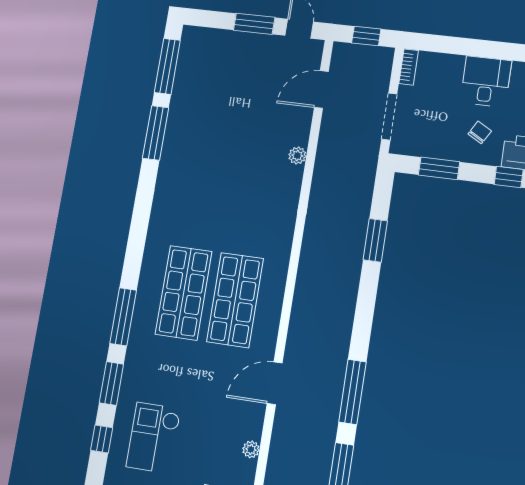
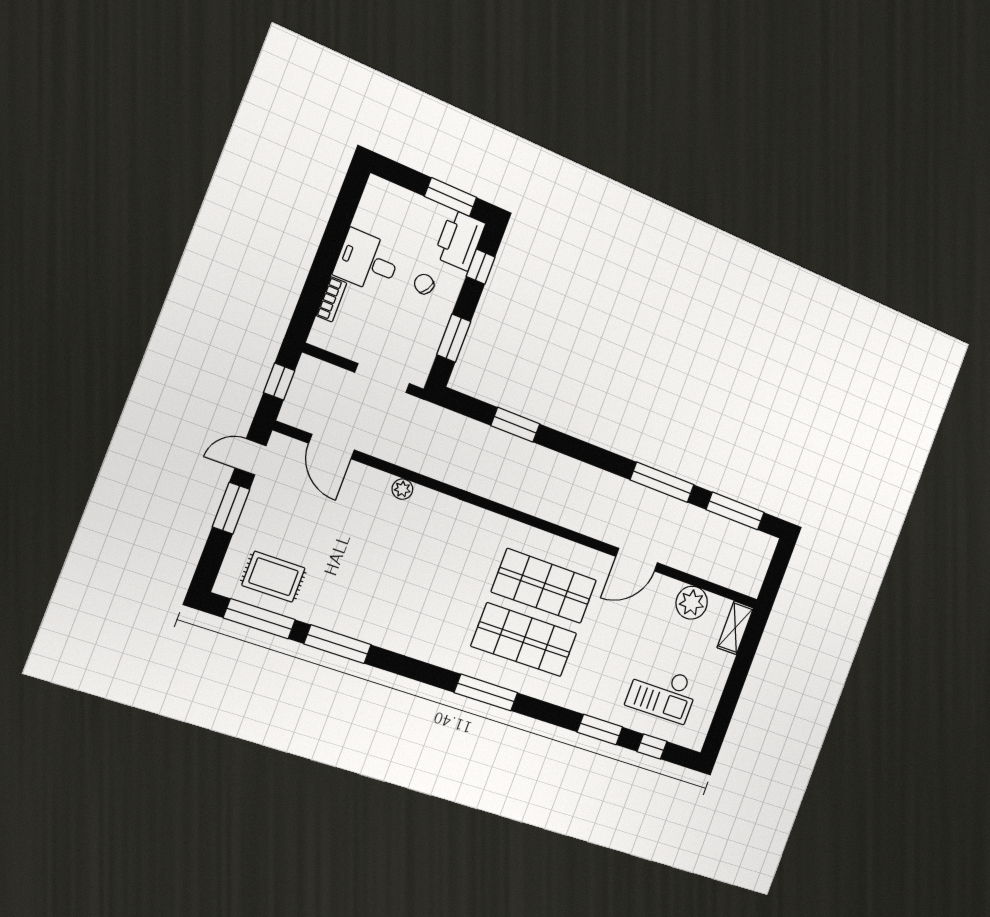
bookcase: (409, 67) -> (331, 299), moved, turned 90
rug: (204, 69) -> (273, 577), added
window: (123, 317) -> (486, 693), moved
door: (275, 383) -> (637, 560), hinge flipped
plant: (251, 449) -> (692, 603), width x1.88, depth x1.88

